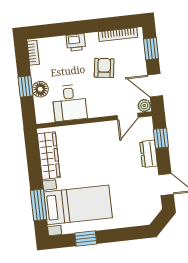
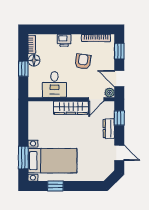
floor lamp: (40, 89) -> (34, 60), moved
wardrobe: (49, 156) -> (71, 108), moved, turned 90

